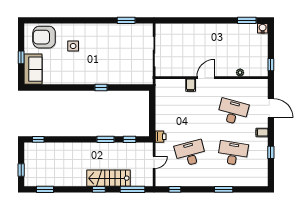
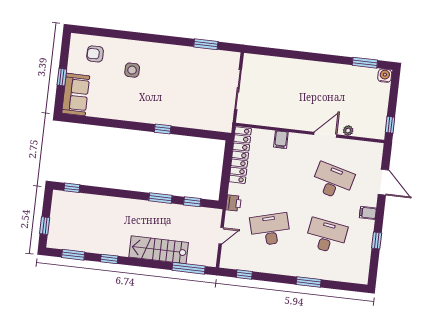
armchair: (44, 37) -> (95, 54), width x0.53, depth x0.53
door: (206, 78) -> (325, 135), moved
locker: (161, 100) -> (240, 155), added
window: (99, 189) -> (109, 259), moved

